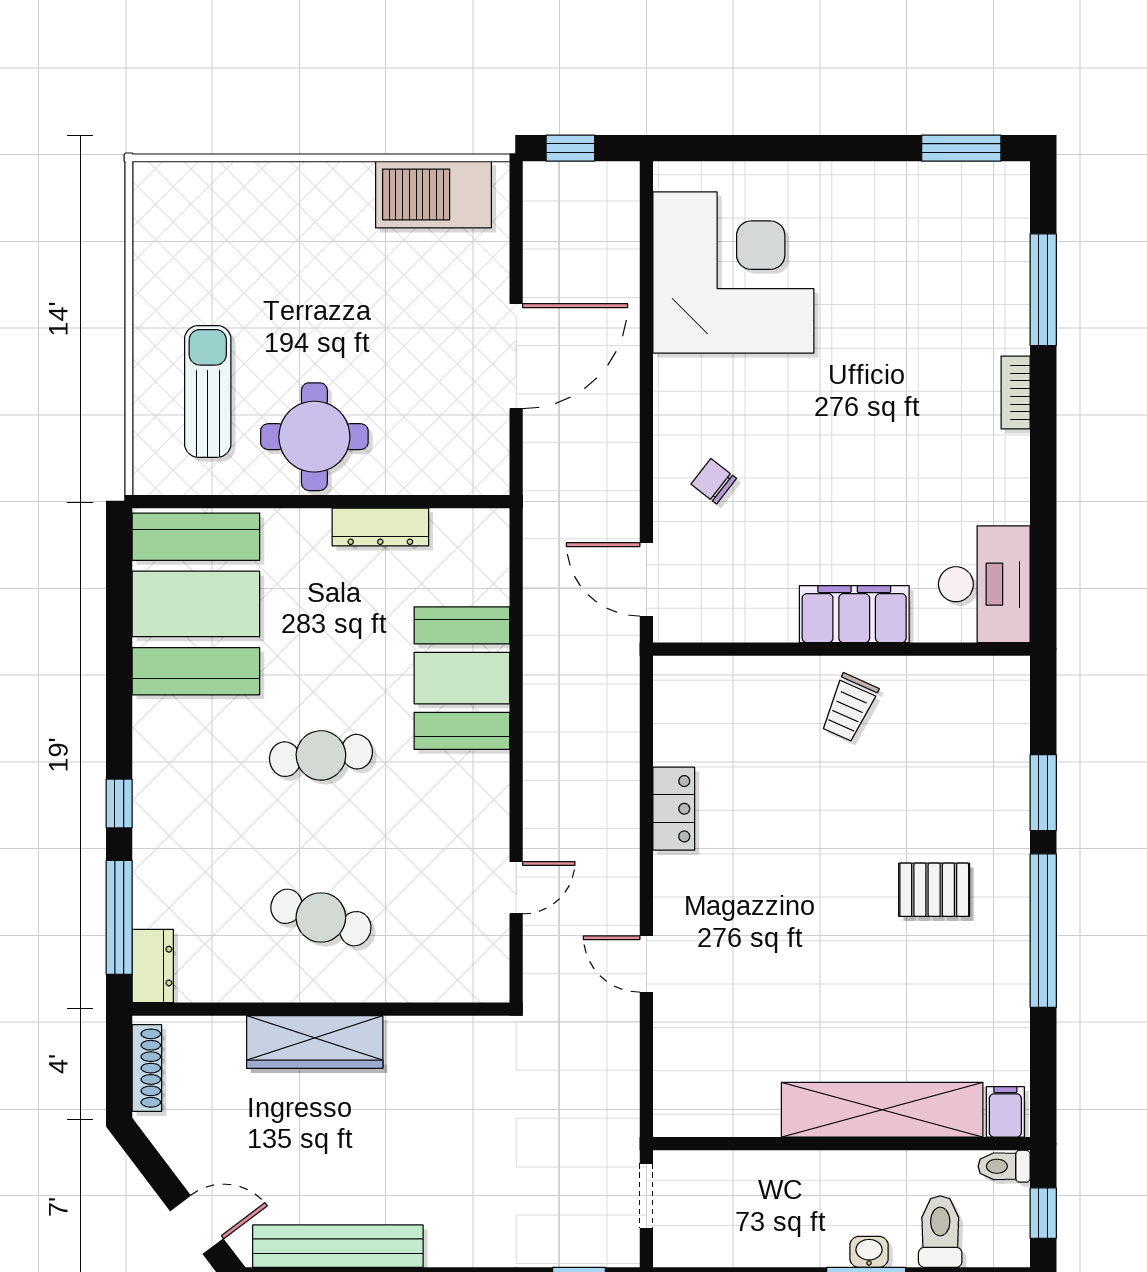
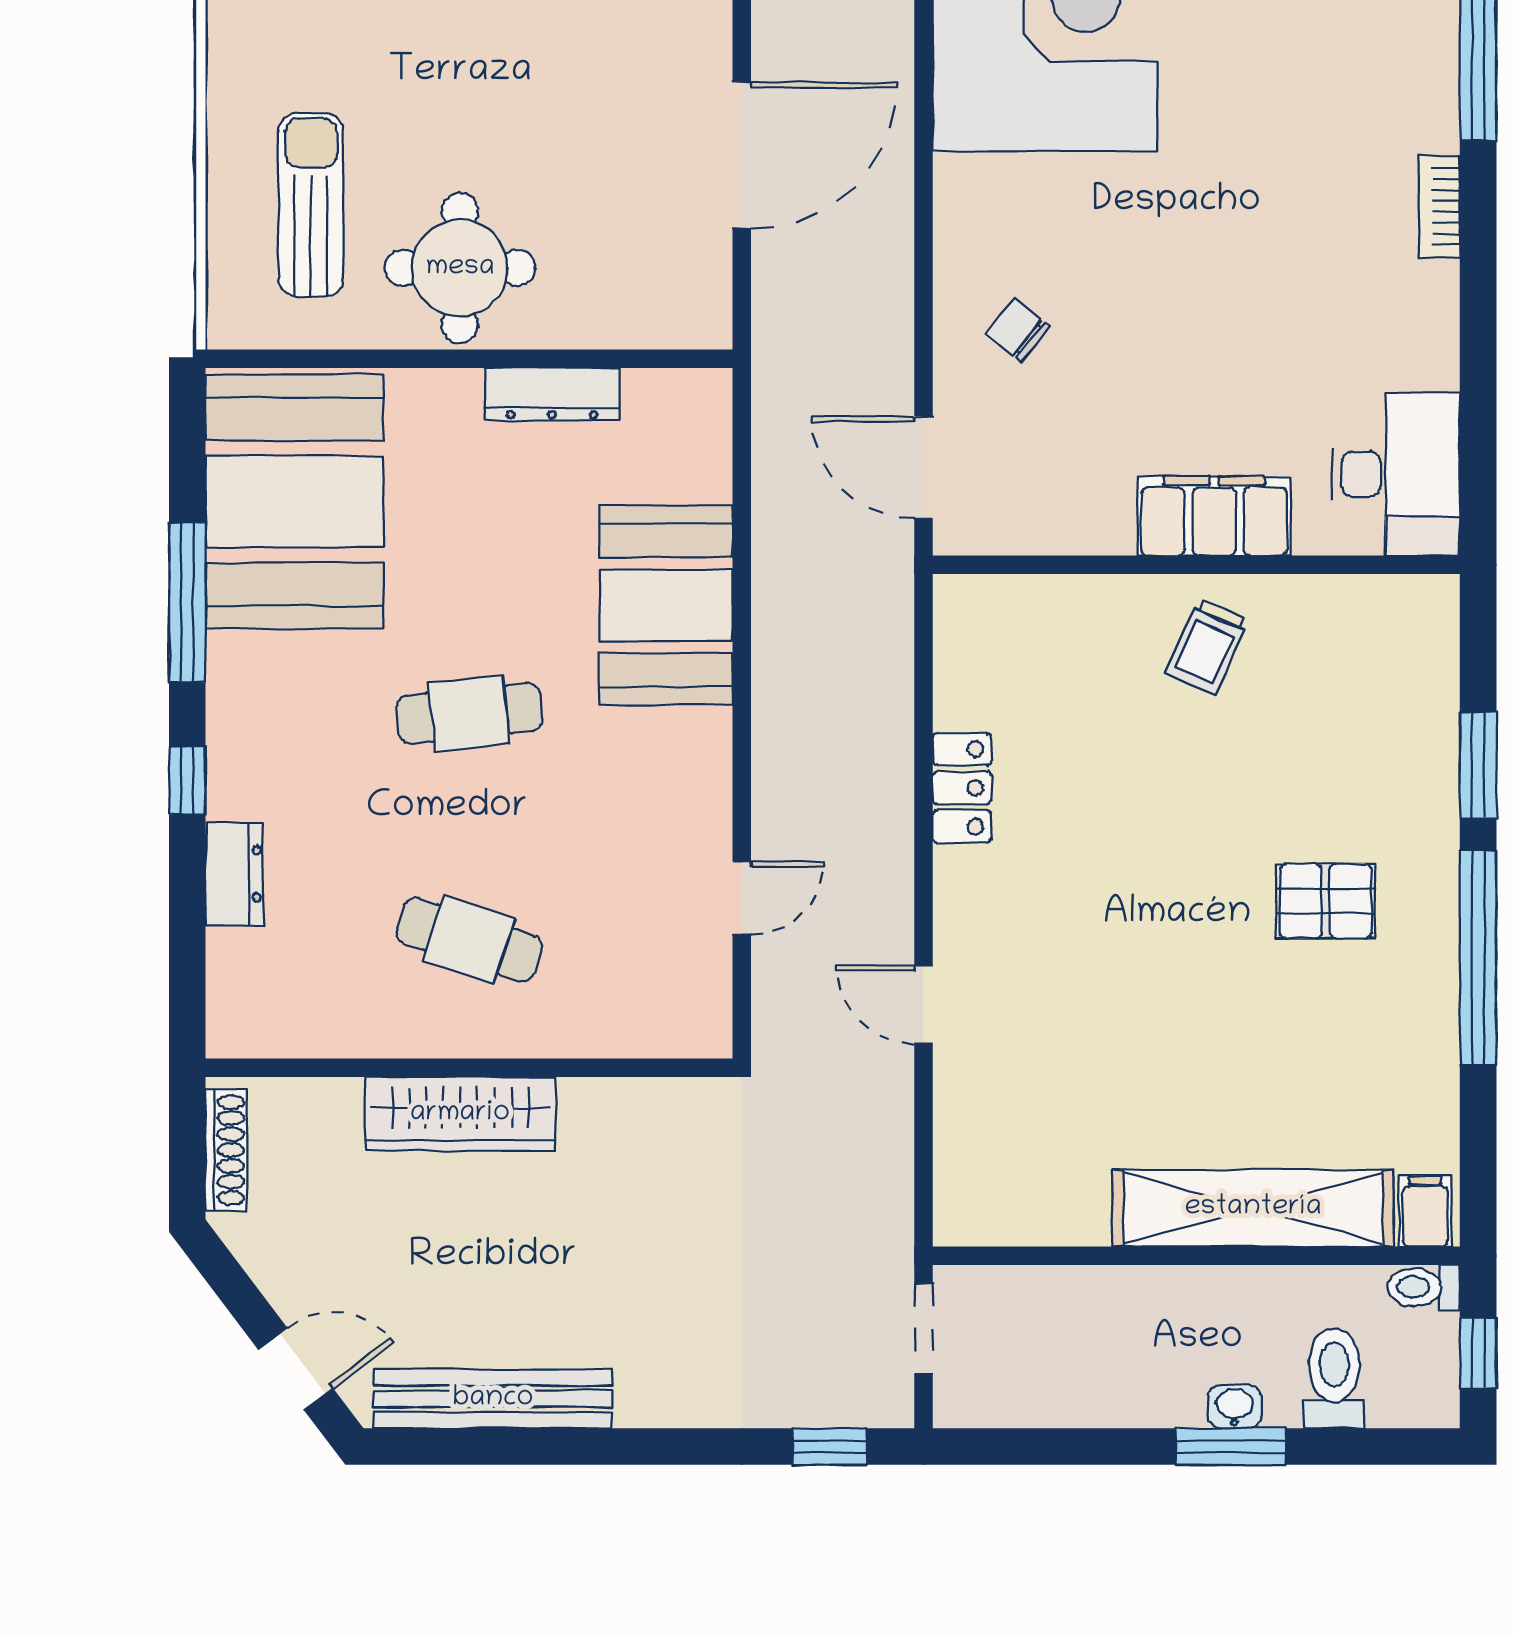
window: (119, 917) -> (187, 602), moved
dresser: (153, 966) -> (234, 874), moved

